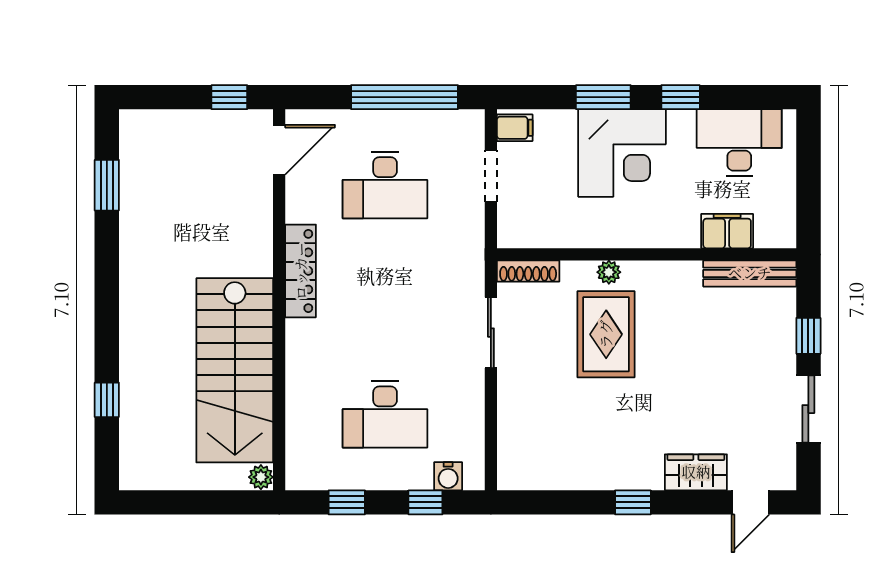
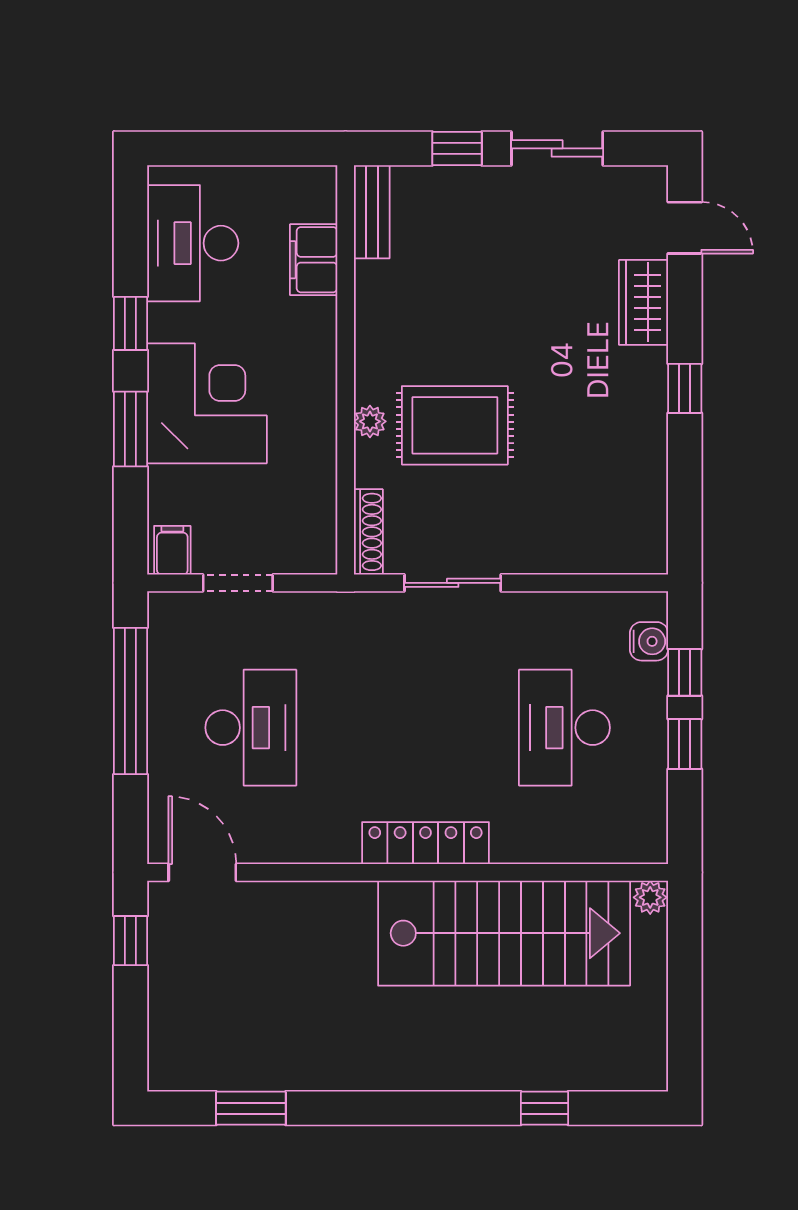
locker: (301, 271) -> (426, 843), moved
bench: (750, 273) -> (372, 212), width x0.73
desk: (385, 414) -> (564, 728), turned 180
window: (347, 502) -> (685, 744), moved

